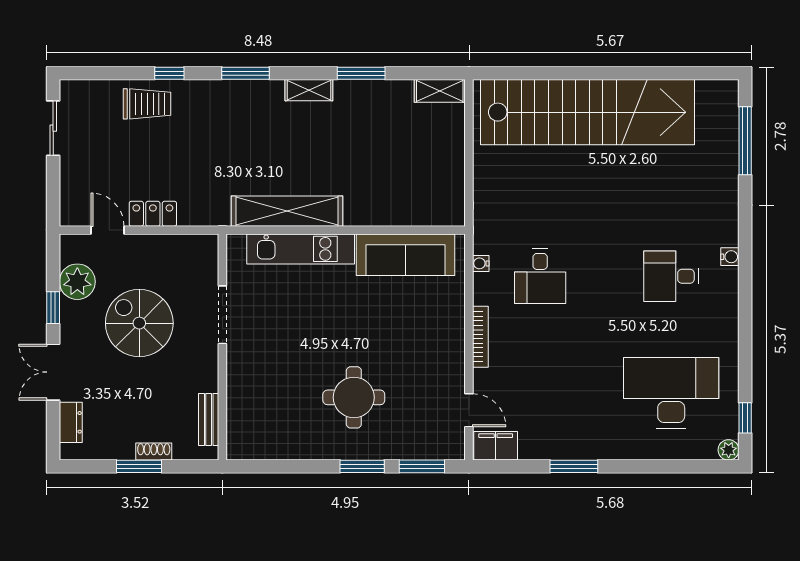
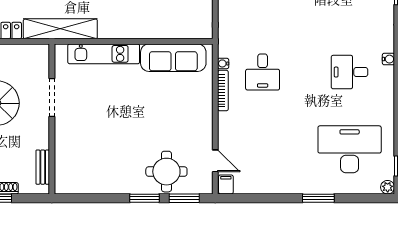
shelving: (287, 211) -> (60, 29), moved
bookcase: (480, 337) -> (223, 91), moved
round table: (354, 397) -> (166, 172), moved
filing cabinet: (496, 446) -> (226, 184), width x0.50
window: (574, 466) -> (318, 198), moved

